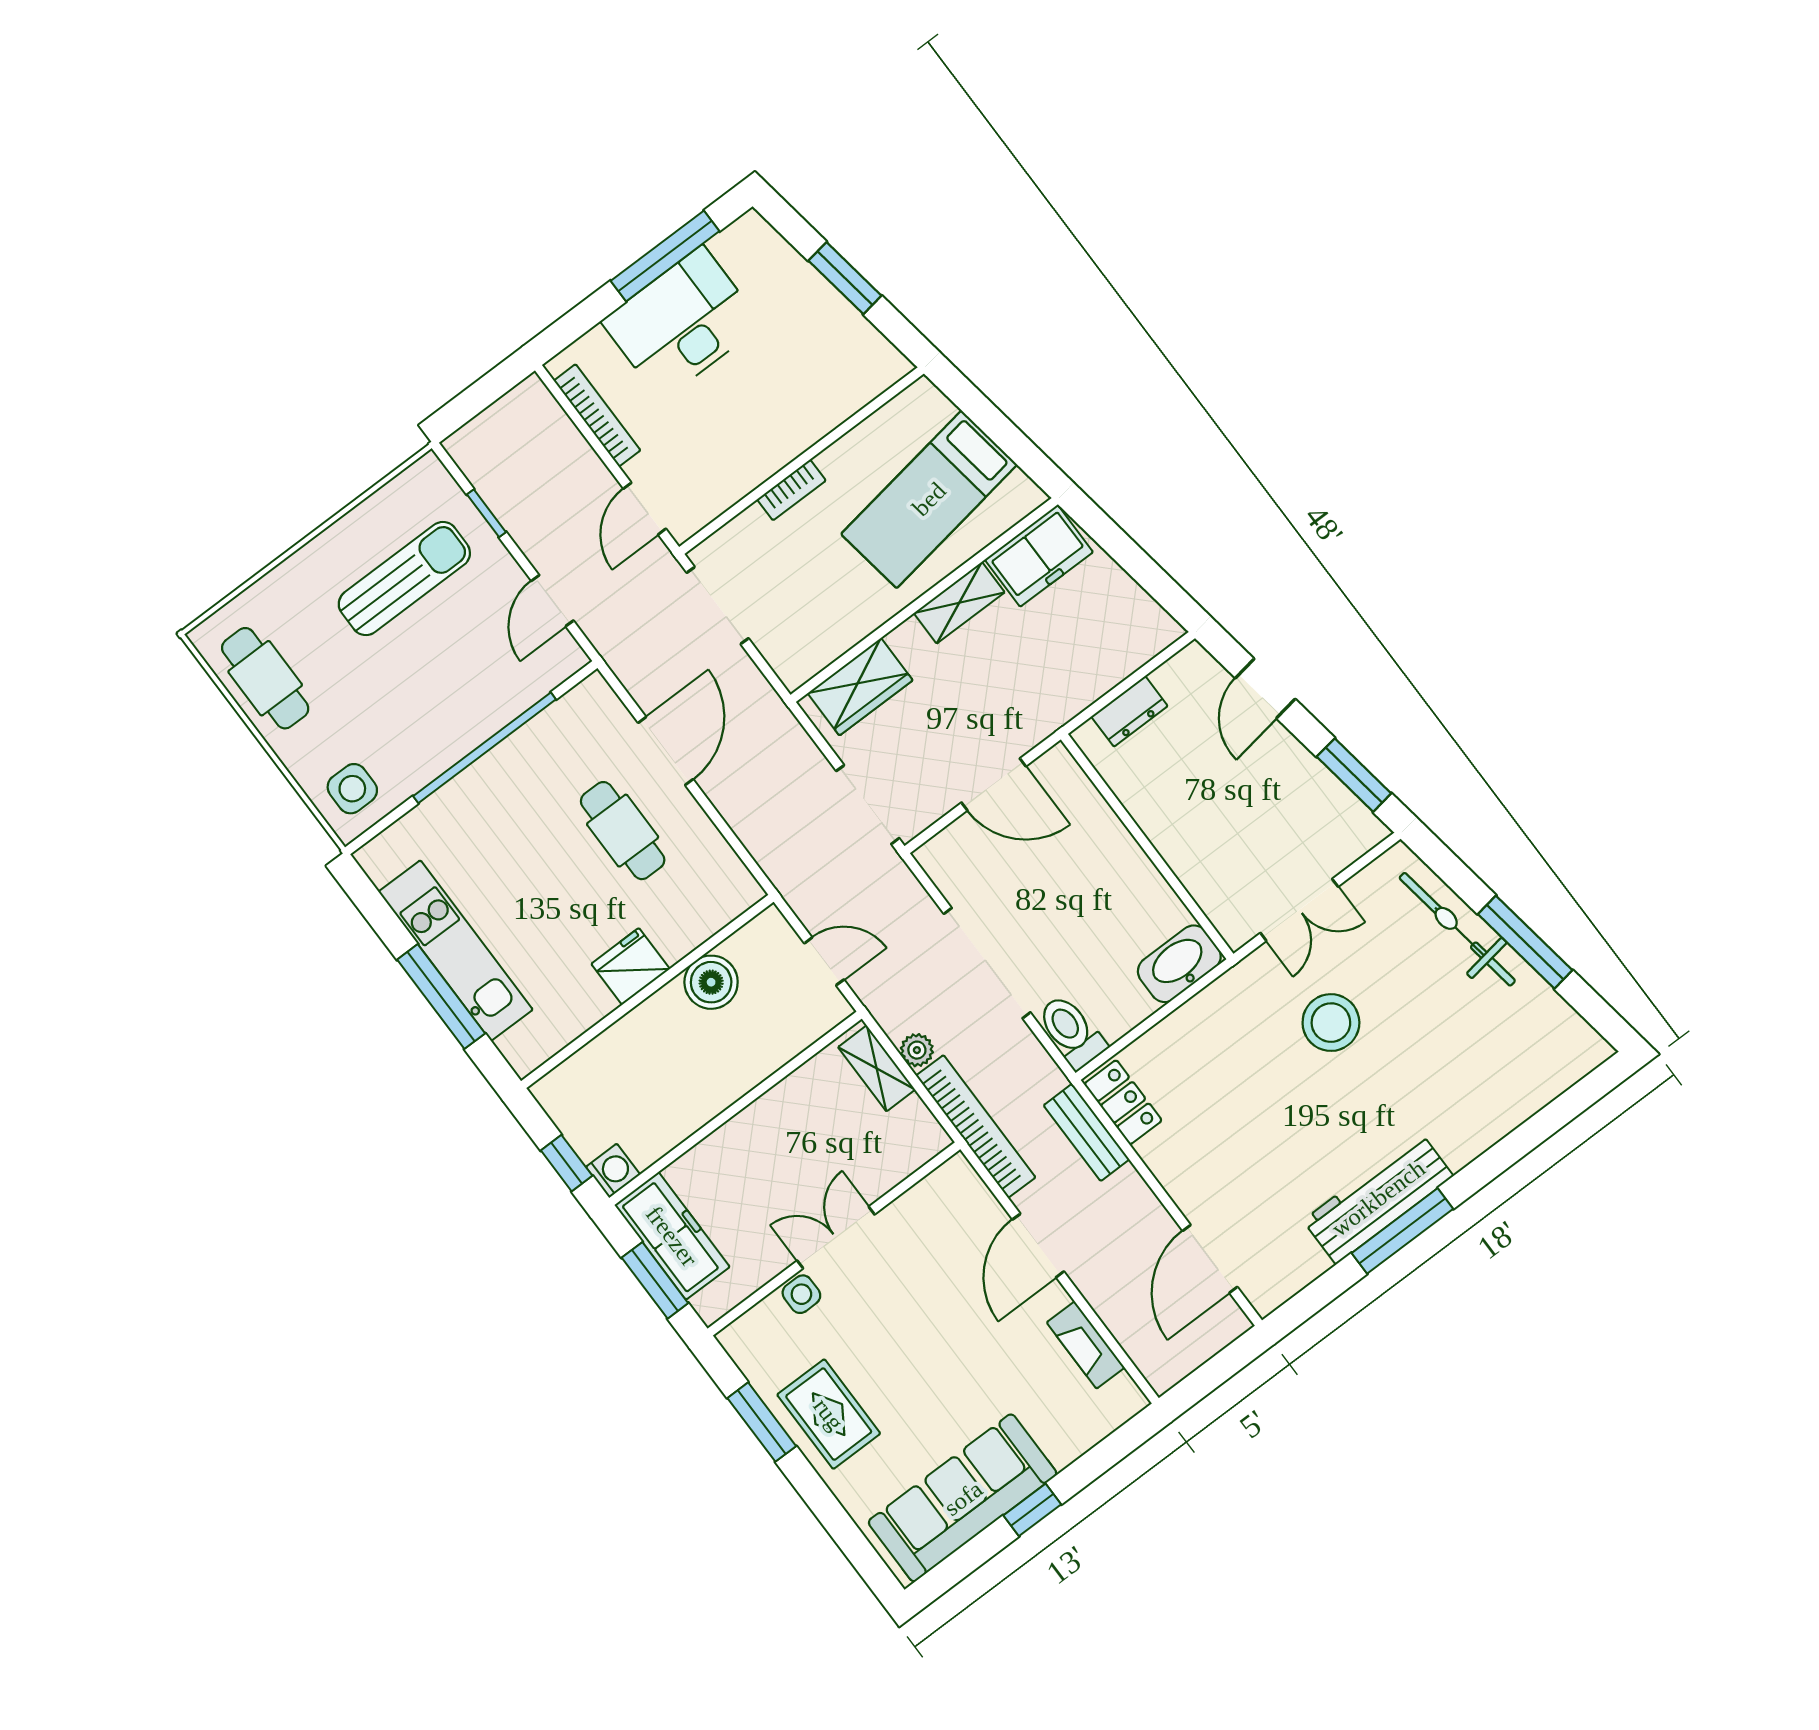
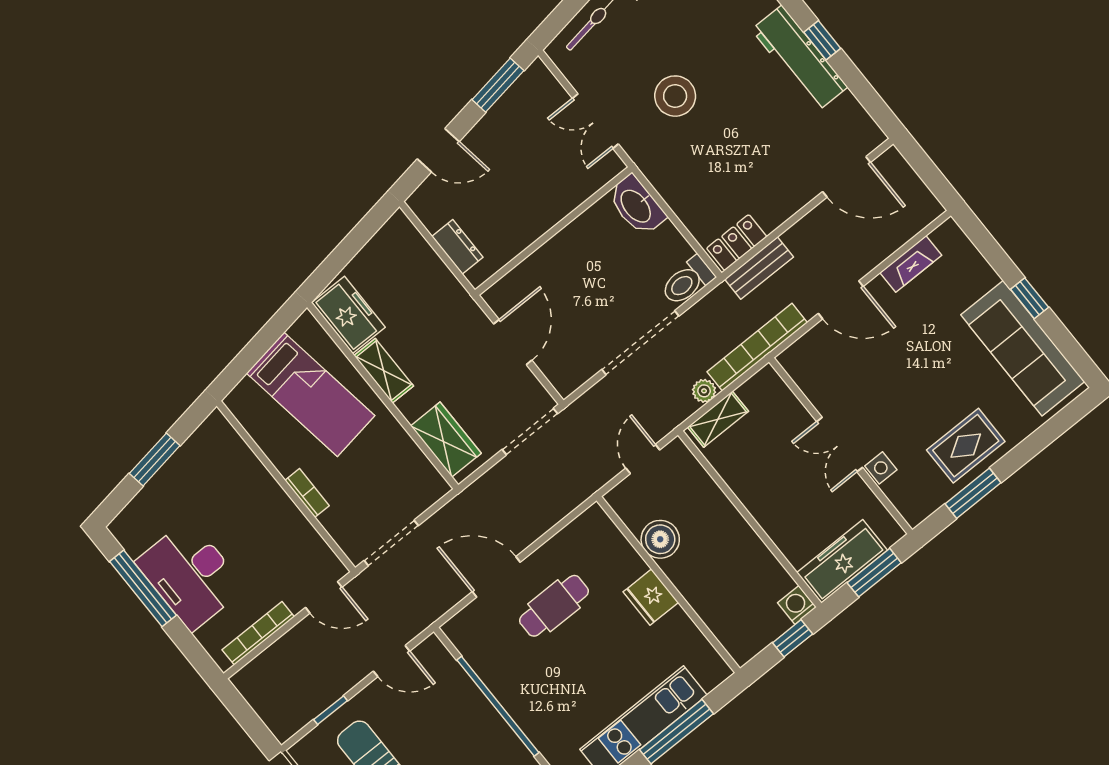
double door: (1299, 910) -> (595, 121), swing flipped
window: (1402, 1231) -> (822, 40), width x0.46

